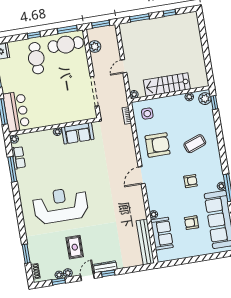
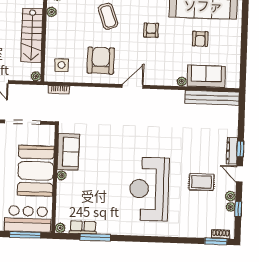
booth: (57, 110) -> (36, 171), added
door: (142, 175) -> (133, 86), swing flipped
window: (26, 254) -> (216, 241), moved

